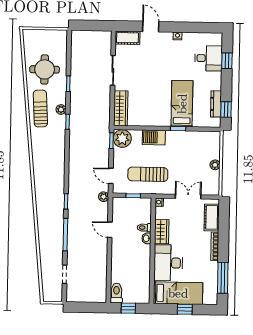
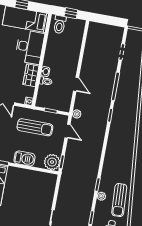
wardrobe: (121, 108) -> (49, 189), removed
toilet: (116, 293) -> (60, 24), moved

